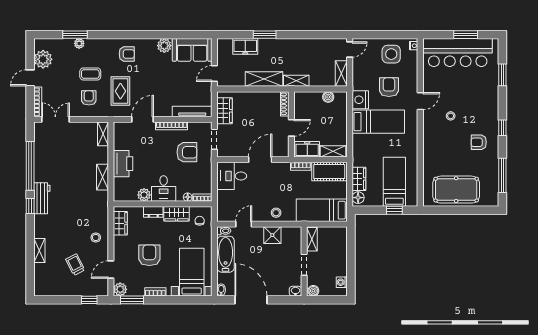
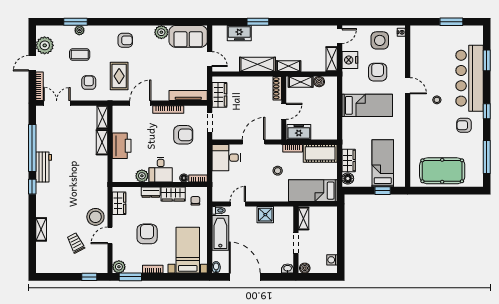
bar counter: (458, 53) -> (469, 78), moved, turned 90
door: (214, 73) -> (210, 59), swing flipped
coffee table: (90, 74) -> (80, 54), moved
nightstand: (360, 100) -> (350, 60), moved
door: (420, 101) -> (408, 86), hinge flipped
shelving: (333, 151) -> (301, 82), moved
shelving: (103, 177) -> (102, 142), moved
workbench: (42, 198) -> (44, 167), moved
stool: (276, 213) -> (278, 171), moved
stool: (96, 237) -> (95, 217), width x1.89, depth x1.89
door: (111, 270) -> (110, 235), moved

